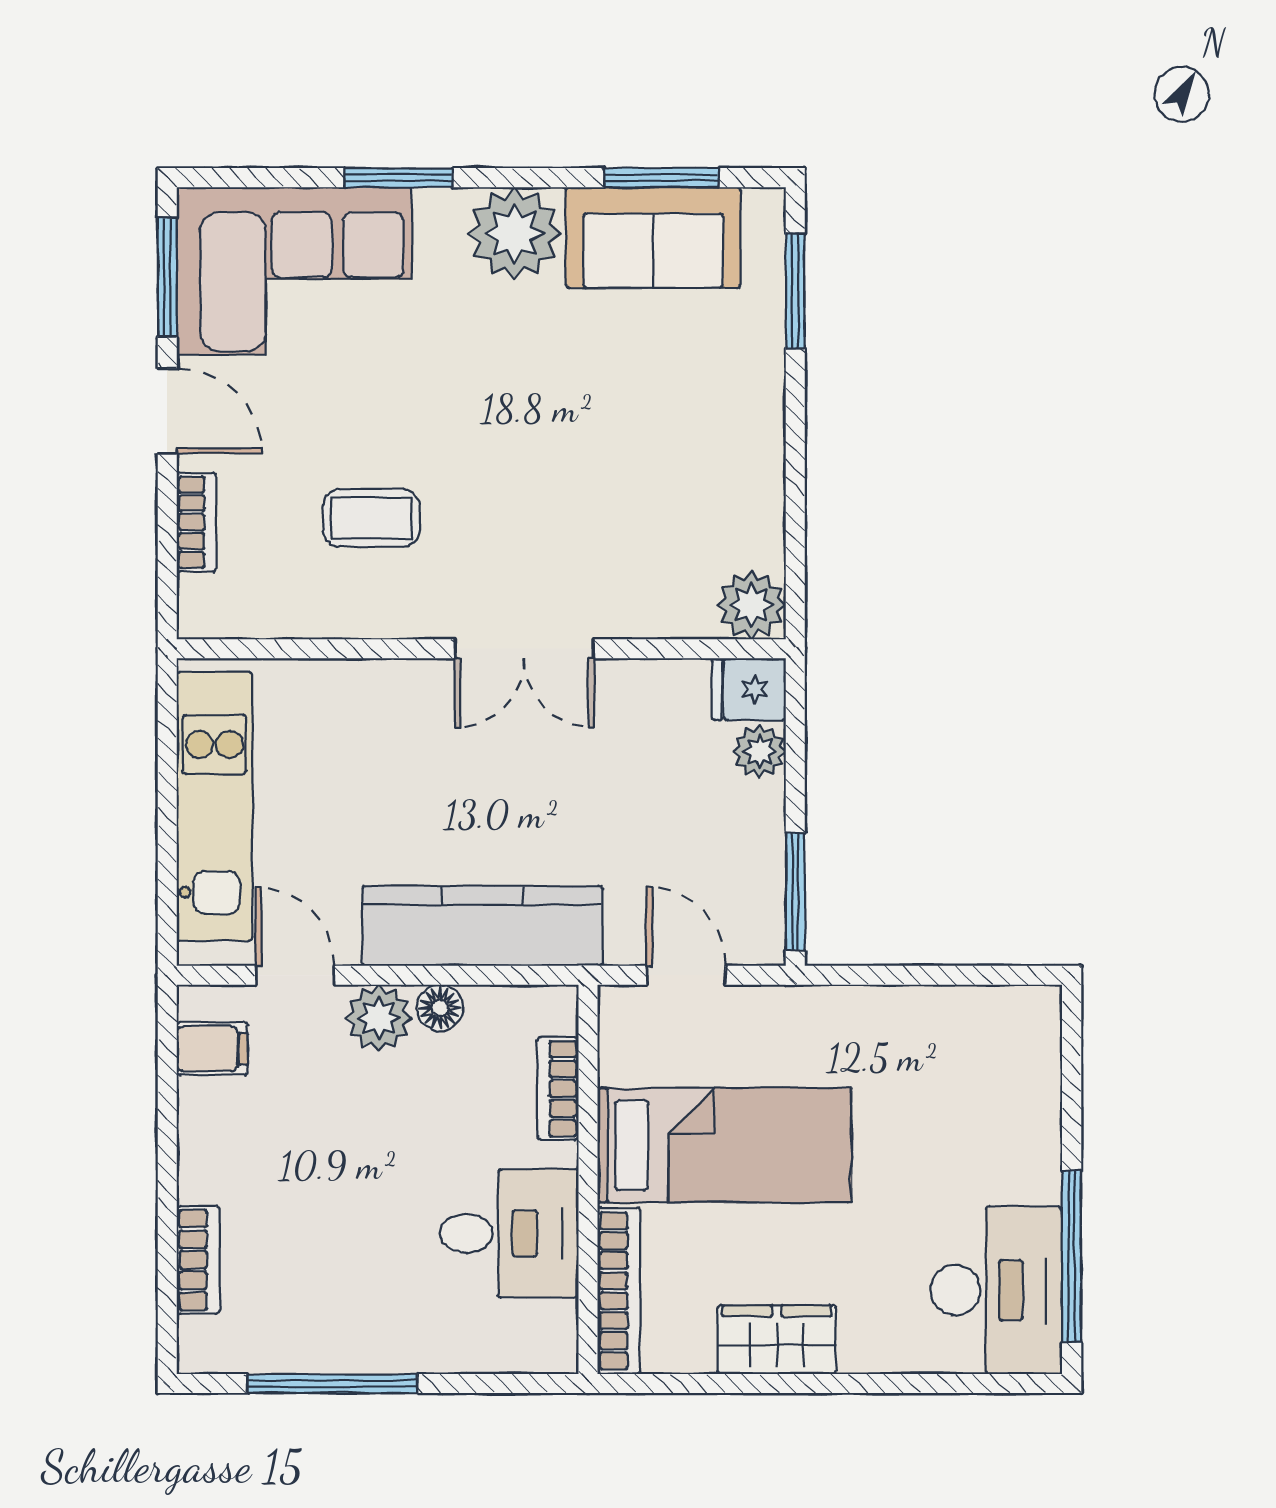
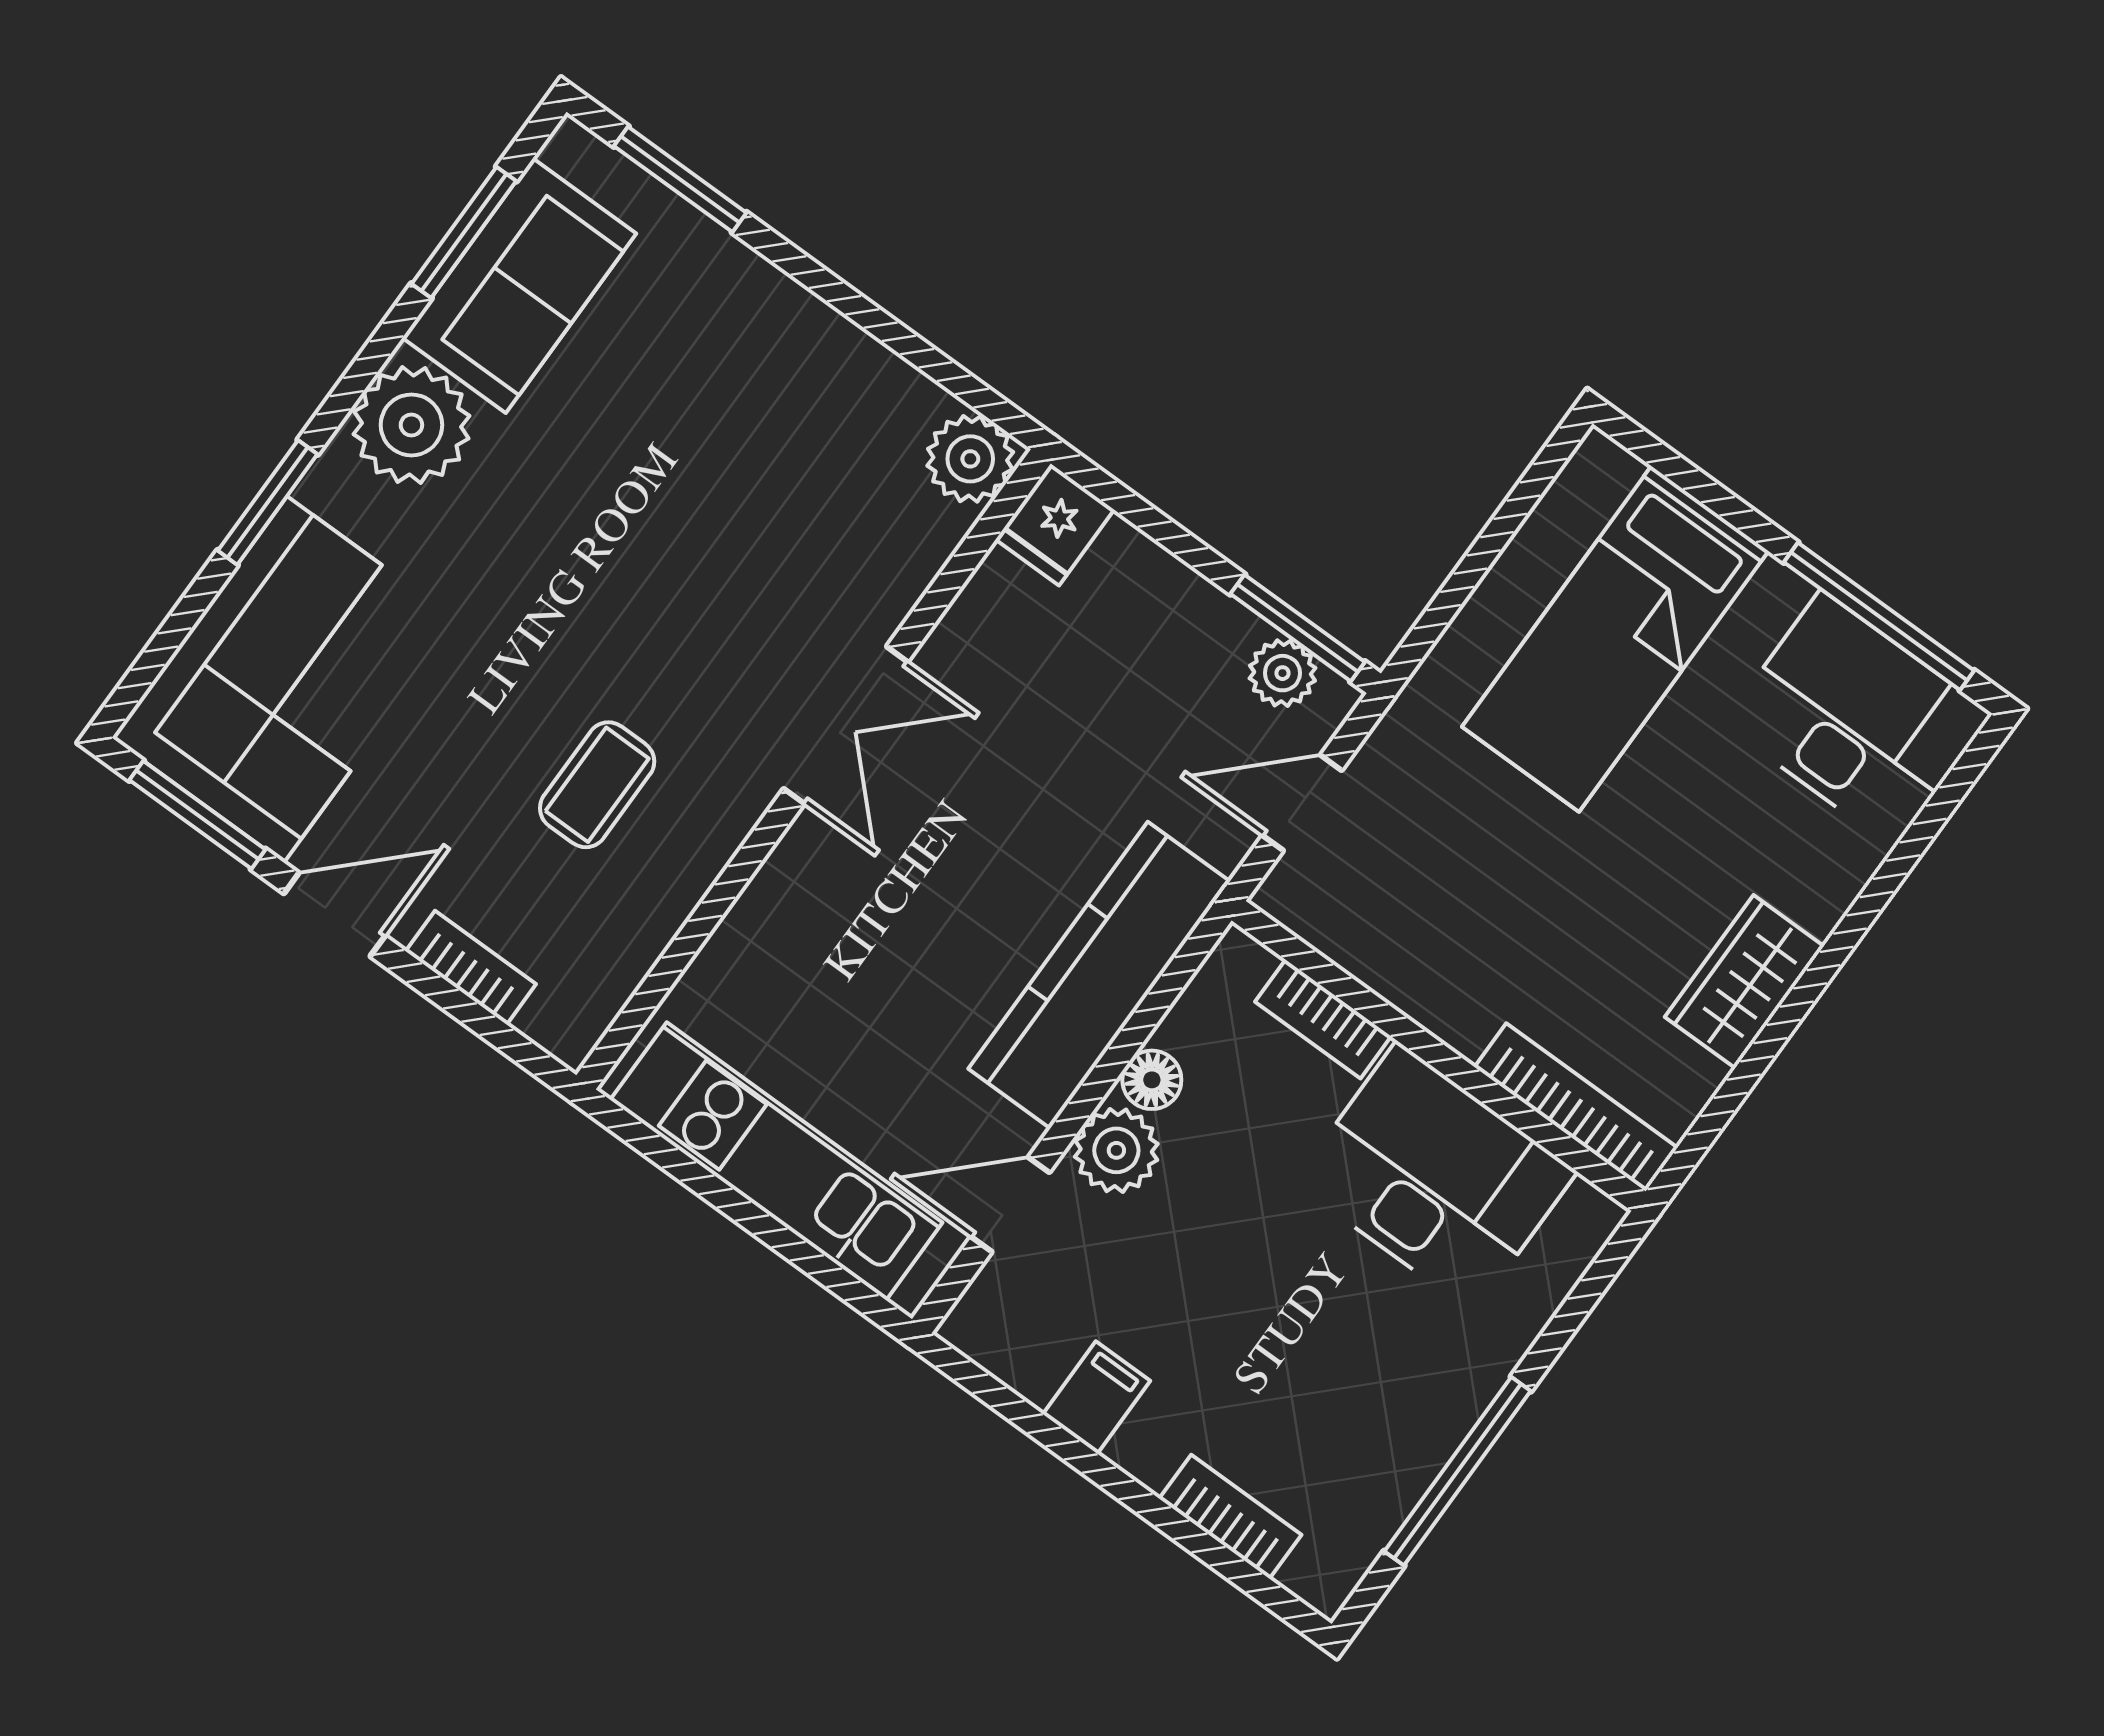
plant: (760, 752) -> (1282, 673), moved
filing cabinet: (212, 1049) -> (1096, 1398), moved
bed: (724, 1145) -> (1615, 639), moved, turned 180
desk: (509, 1233) -> (1435, 1177), width x1.37

